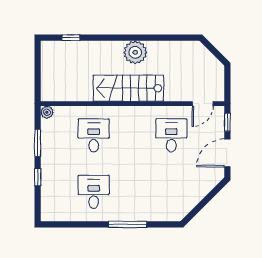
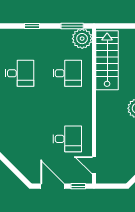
stairs: (128, 88) -> (107, 60), moved
plant: (47, 112) -> (82, 39), width x1.88, depth x1.88
window: (38, 143) -> (72, 26), moved

